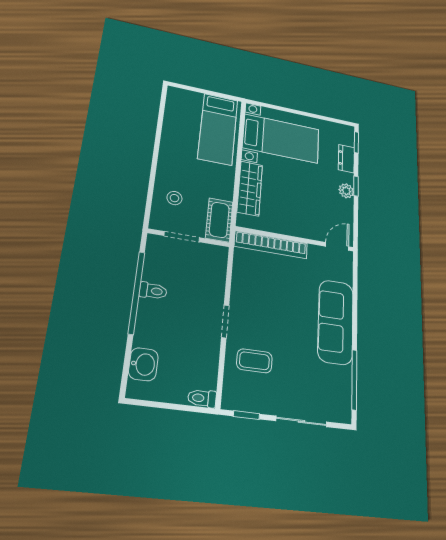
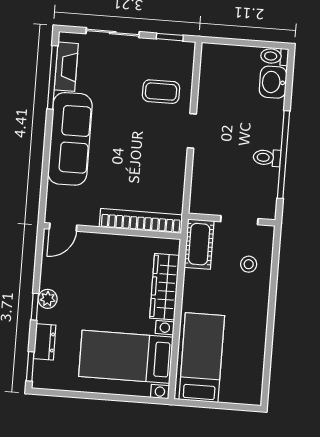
fireplace: (343, 389) -> (66, 67), added
toilet: (202, 398) -> (274, 56), moved, turned 180

